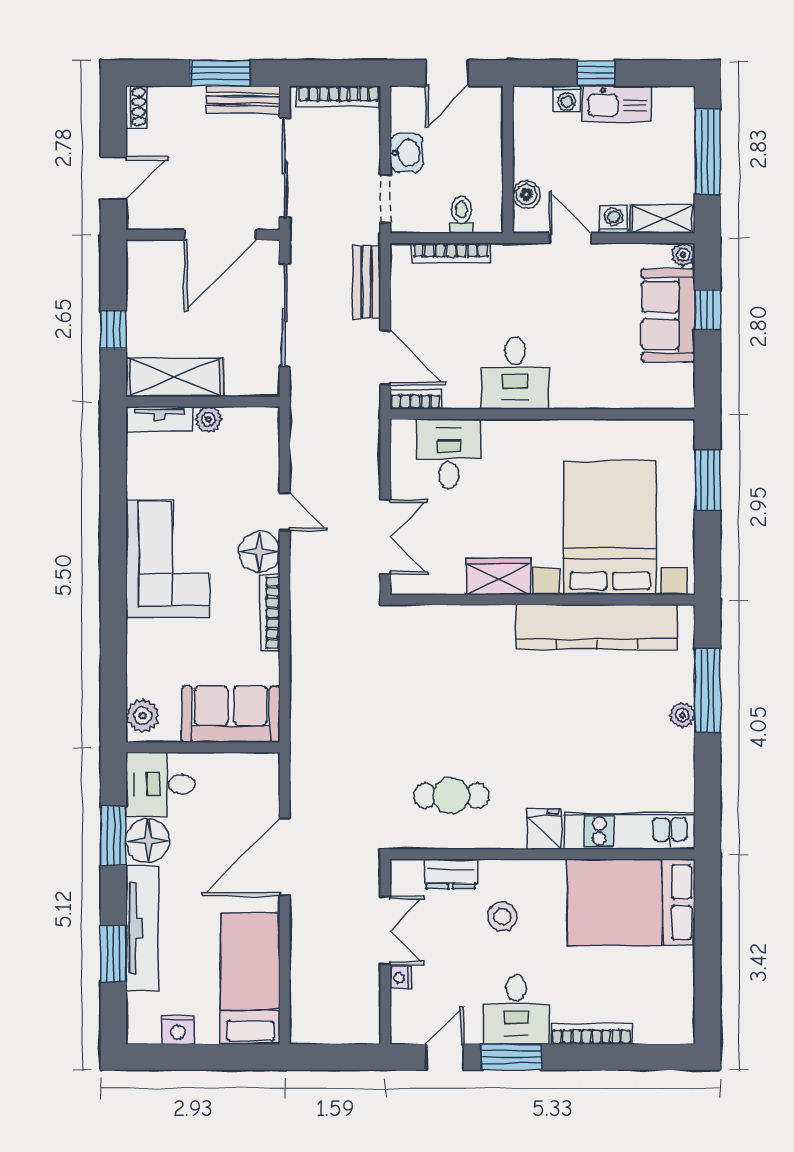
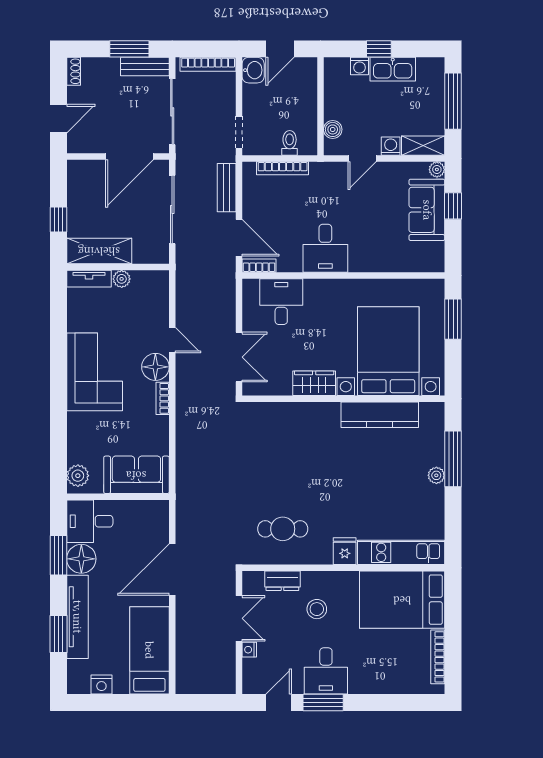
washbasin: (406, 153) -> (253, 70), moved
door: (570, 238) -> (362, 159), swing flipped
bookcase: (270, 613) -> (163, 398), width x0.64
kitchen counter: (597, 627) -> (380, 415), width x0.72, depth x0.86
bookcase: (592, 1034) -> (438, 657), moved, turned -90

